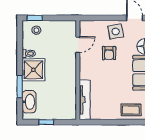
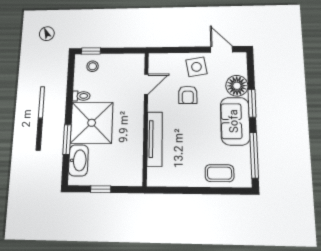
shower: (33, 70) -> (92, 123), width x1.37, depth x1.37
tv unit: (85, 100) -> (155, 139), moved

